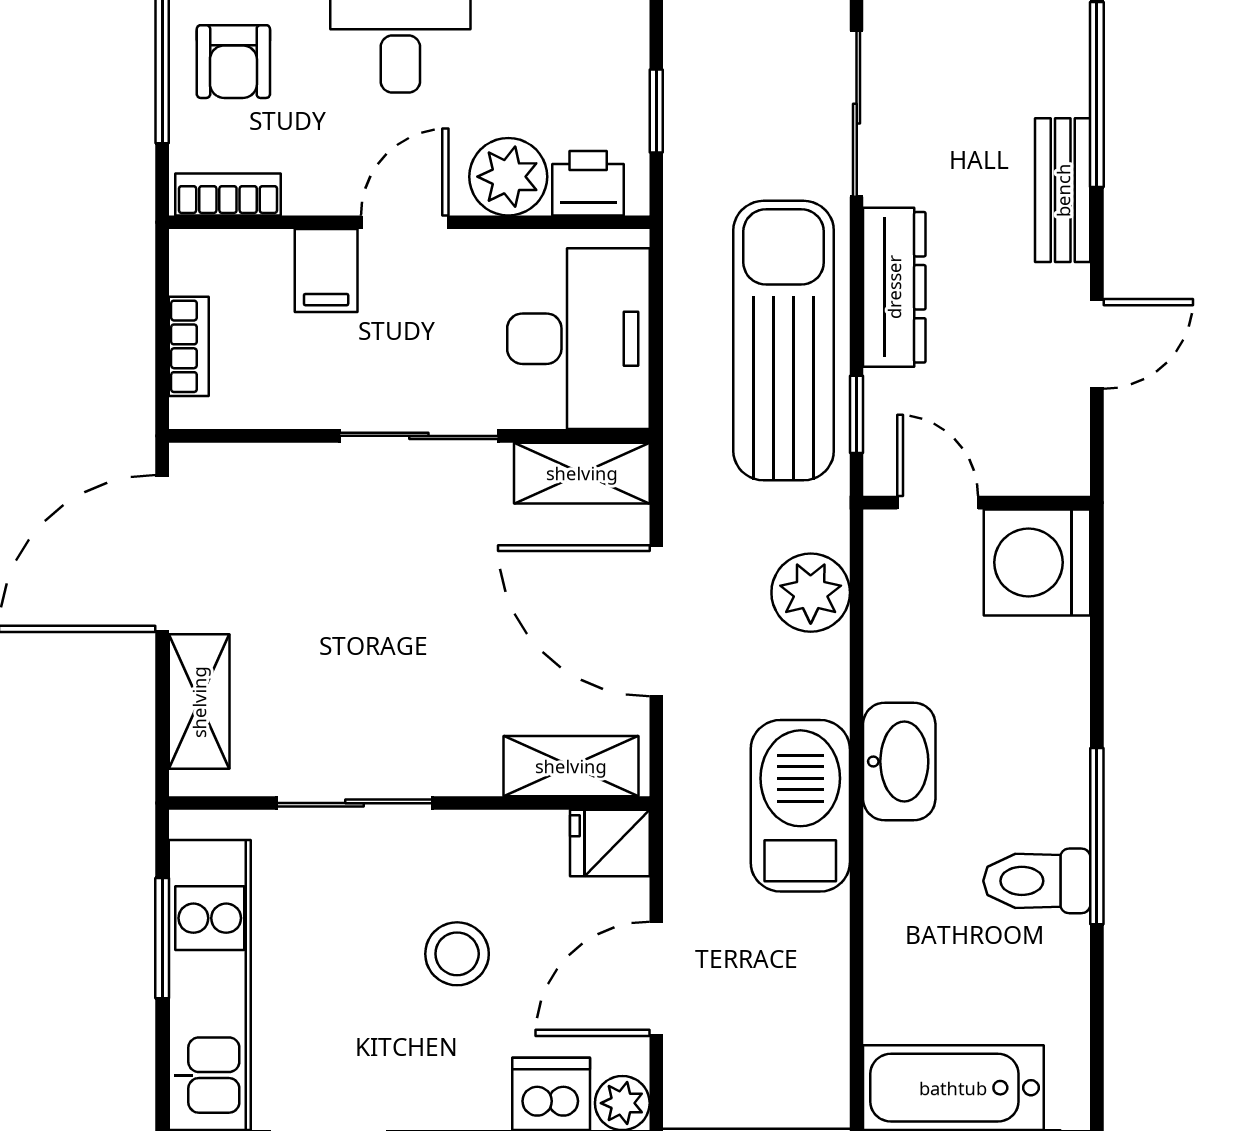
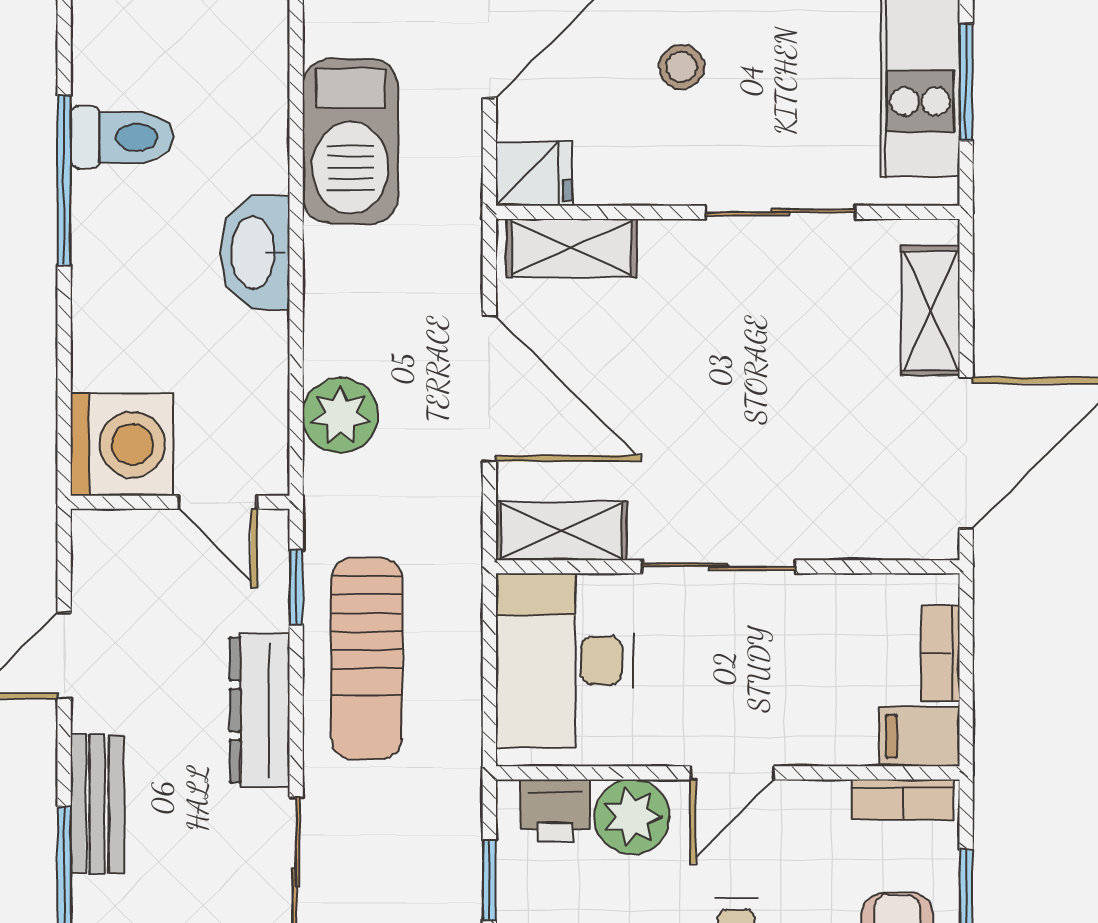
filing cabinet: (326, 270) -> (920, 736), moved, turned -90
sun lounger: (784, 341) -> (367, 659), width x0.73, depth x0.75
barbecue: (800, 806) -> (350, 141), moved
stool: (457, 954) -> (682, 67), width x0.73, depth x0.73

